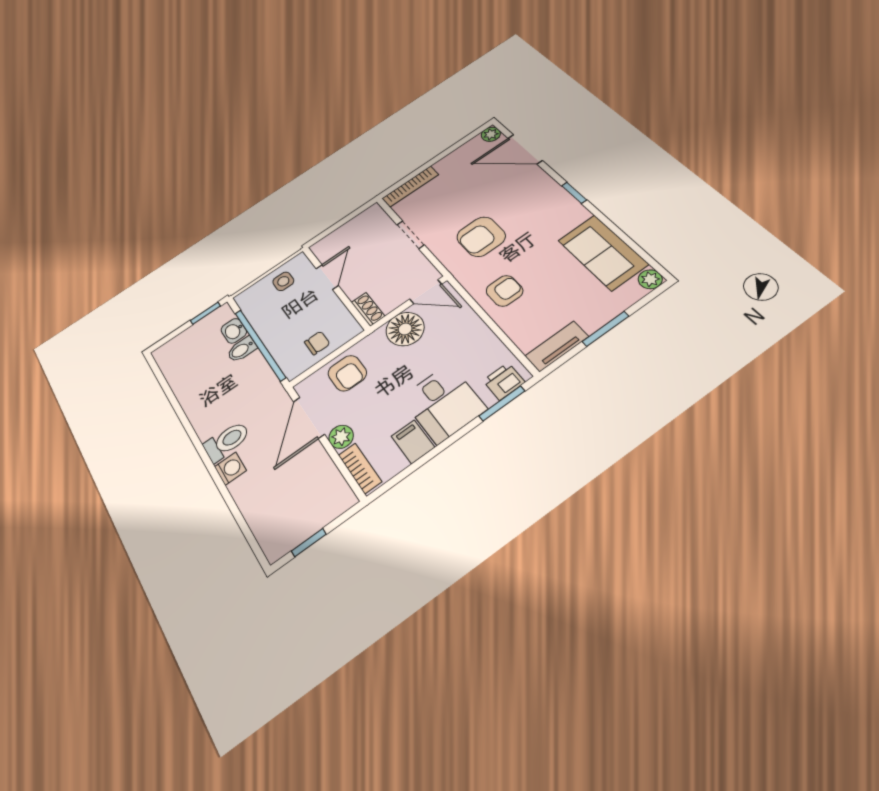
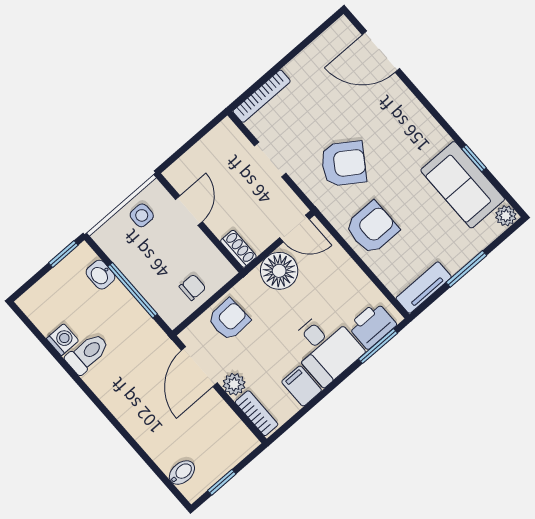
plant: (491, 134) -> (343, 28), removed
window: (574, 193) -> (474, 158), moved
armchair: (481, 237) -> (344, 164), turned -146
armchair: (505, 291) -> (372, 228), width x1.38, depth x1.38
window: (260, 345) -> (133, 290), width x0.68
bidet: (242, 349) -> (182, 473), moved, turned 180
armchair: (347, 373) -> (229, 319), turned -93
printer: (504, 381) -> (372, 325), width x1.36, depth x1.24
toilet: (227, 441) -> (87, 353), moved
washing machine: (230, 469) -> (63, 340), moved

